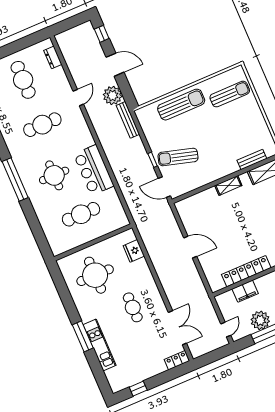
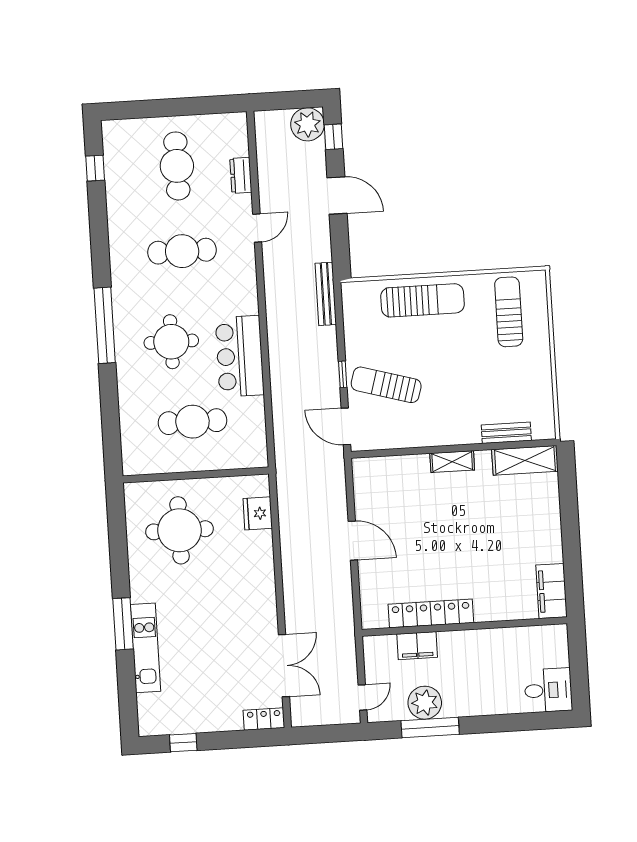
dresser: (53, 57) -> (241, 175), moved
sun lounger: (230, 94) -> (509, 312), turned -90
plant: (113, 95) -> (307, 124), moved
cafe table: (133, 307) -> (222, 606), removed

